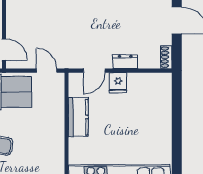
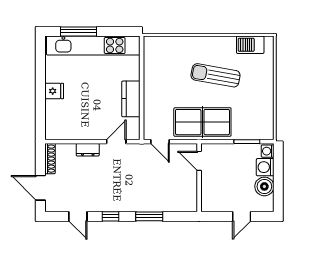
shoe rack: (166, 57) -> (50, 159), width x1.43
fridge: (118, 83) -> (54, 91), moved, turned 90

